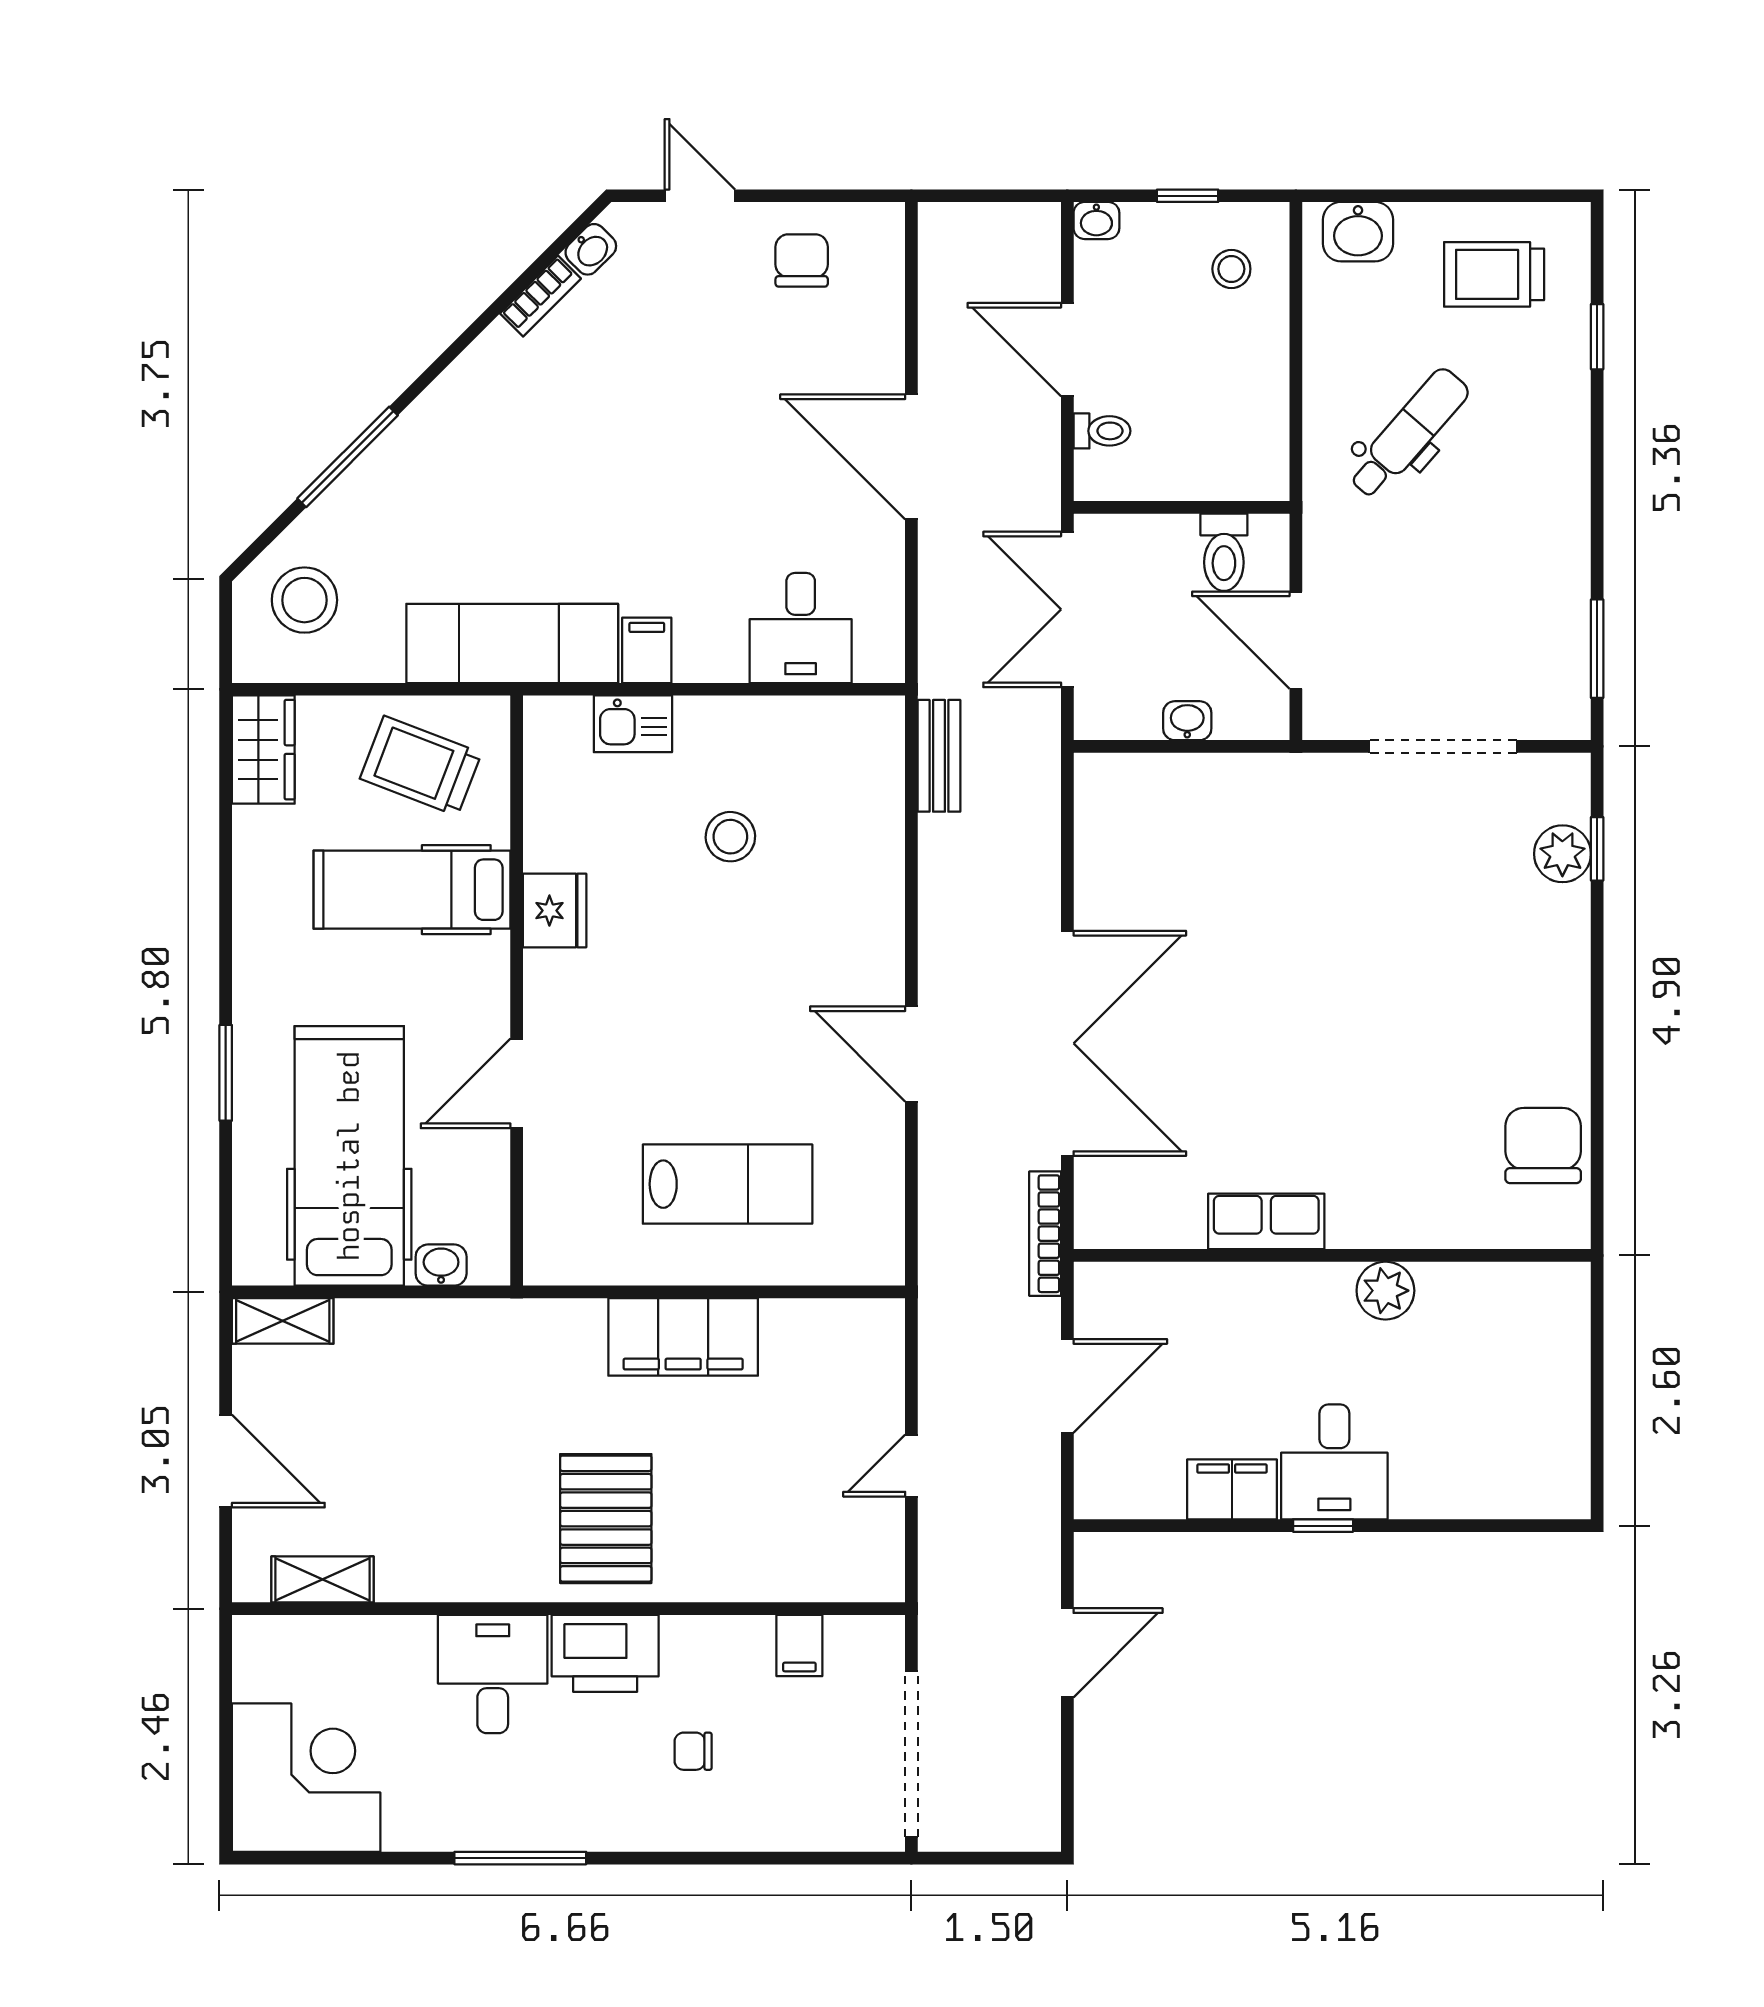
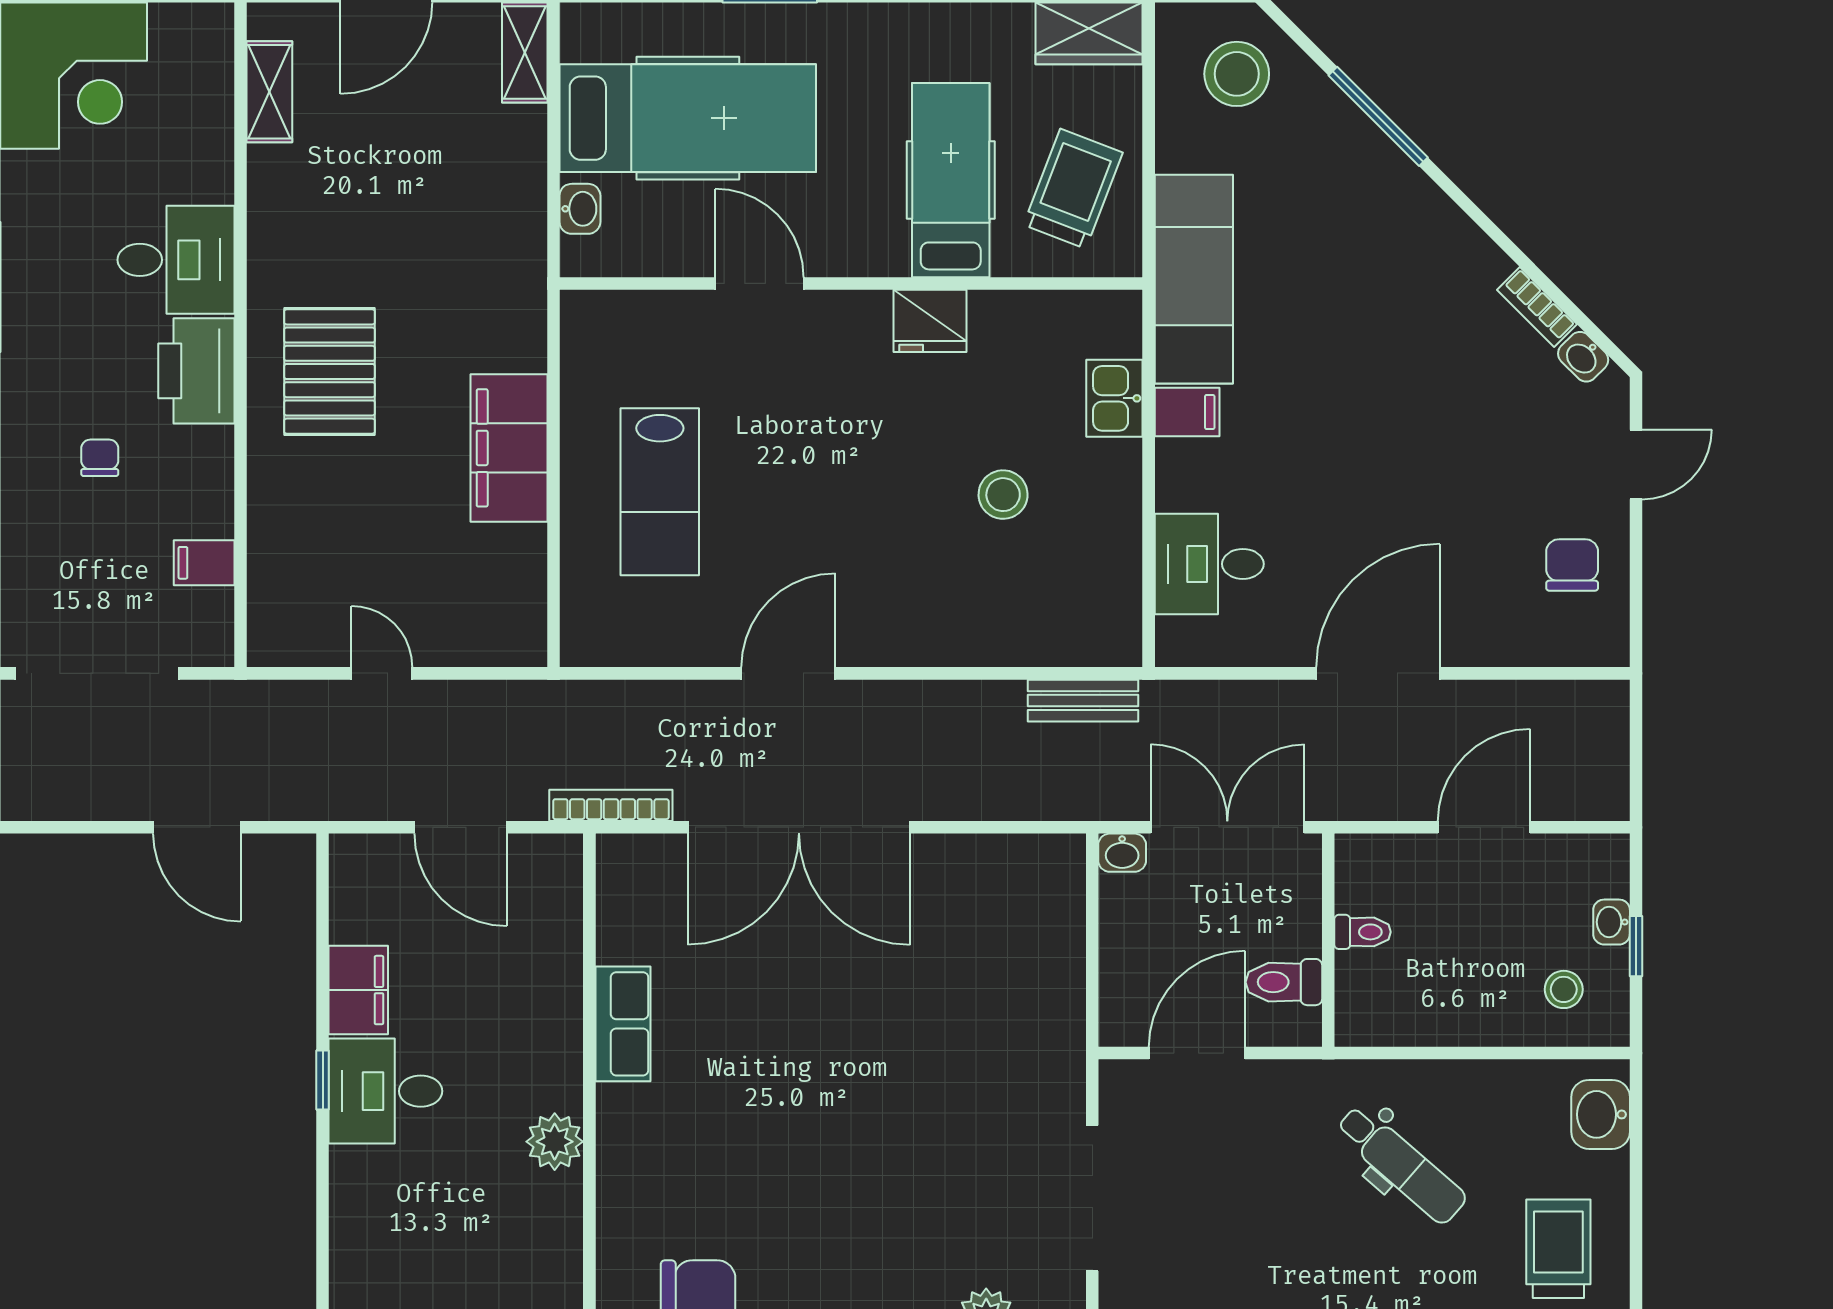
washbasin: (1096, 221) -> (1612, 922), moved
chair: (802, 260) -> (1572, 565), turned -90
toilet: (1102, 431) -> (1362, 932), moved, turned -90
washbasin: (1187, 721) -> (1122, 853), moved, turned 90
pallet: (606, 1519) -> (329, 372), turned 90

